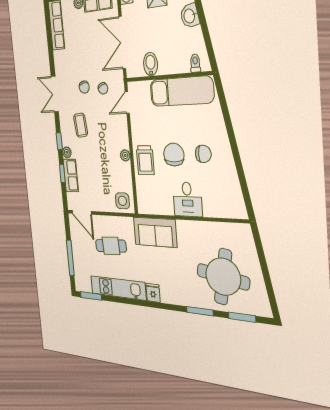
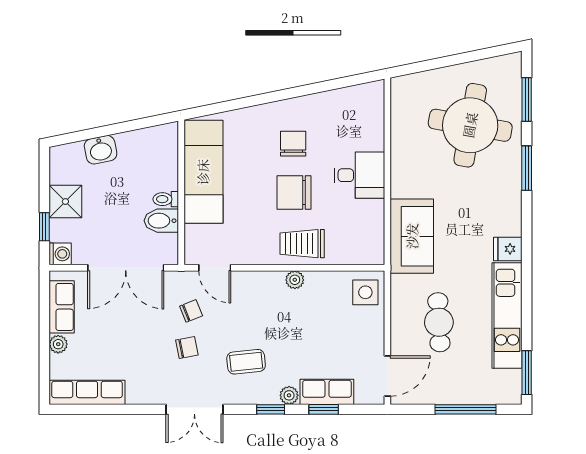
toilet: (195, 63) -> (166, 199), moved
trolley: (145, 160) -> (302, 244), turned 180

